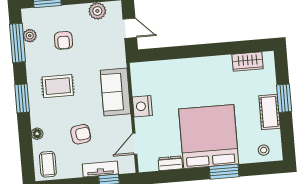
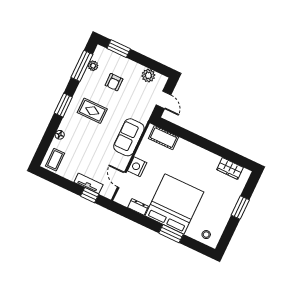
nightstand: (142, 106) -> (137, 167), moved
cot: (270, 112) -> (164, 138), moved, turned 90
armchair: (81, 134) -> (89, 152), removed
door: (135, 144) -> (122, 180), hinge flipped

